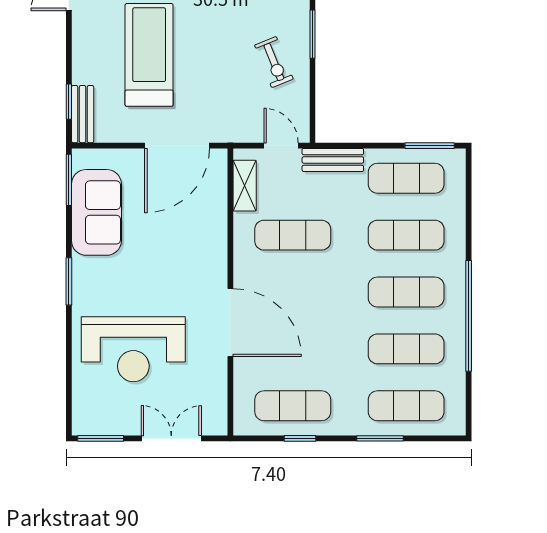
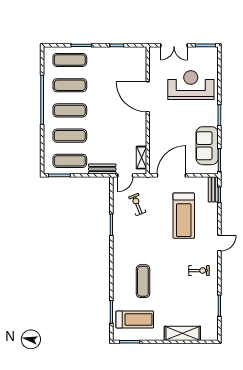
exercise bike: (274, 62) -> (137, 204), moved
door: (281, 146) -> (125, 175), hinge flipped
exercise mat: (293, 235) -> (120, 136), removed
exercise mat: (293, 406) -> (120, 60), removed

